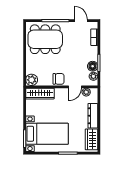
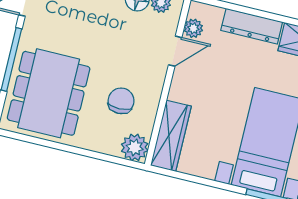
chair: (59, 79) -> (121, 101), moved
door: (75, 87) -> (175, 51), hinge flipped

